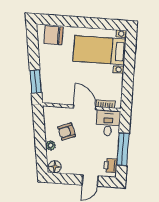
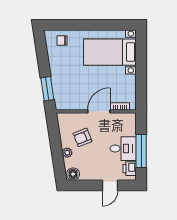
chair: (54, 35) -> (62, 40), width x0.54, depth x0.54
door: (85, 107) -> (99, 111), hinge flipped
desk: (108, 123) -> (123, 149), moved, turned 90

